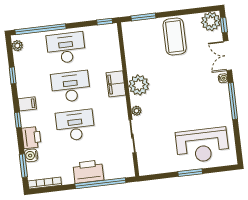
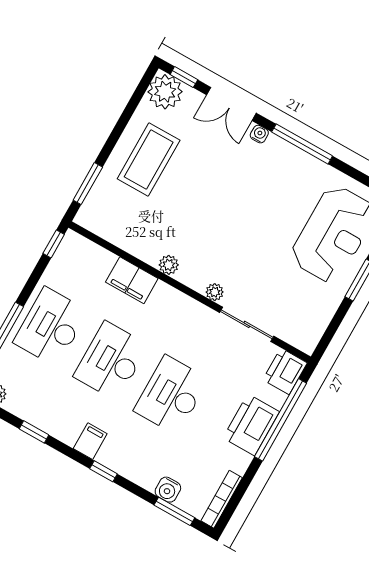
coffee table: (175, 37) -> (149, 159), turned 90
filing cabinet: (116, 84) -> (132, 280), moved
plant: (139, 85) -> (169, 265), width x0.53, depth x0.53
printer: (31, 138) -> (285, 371), moved, turned -90

